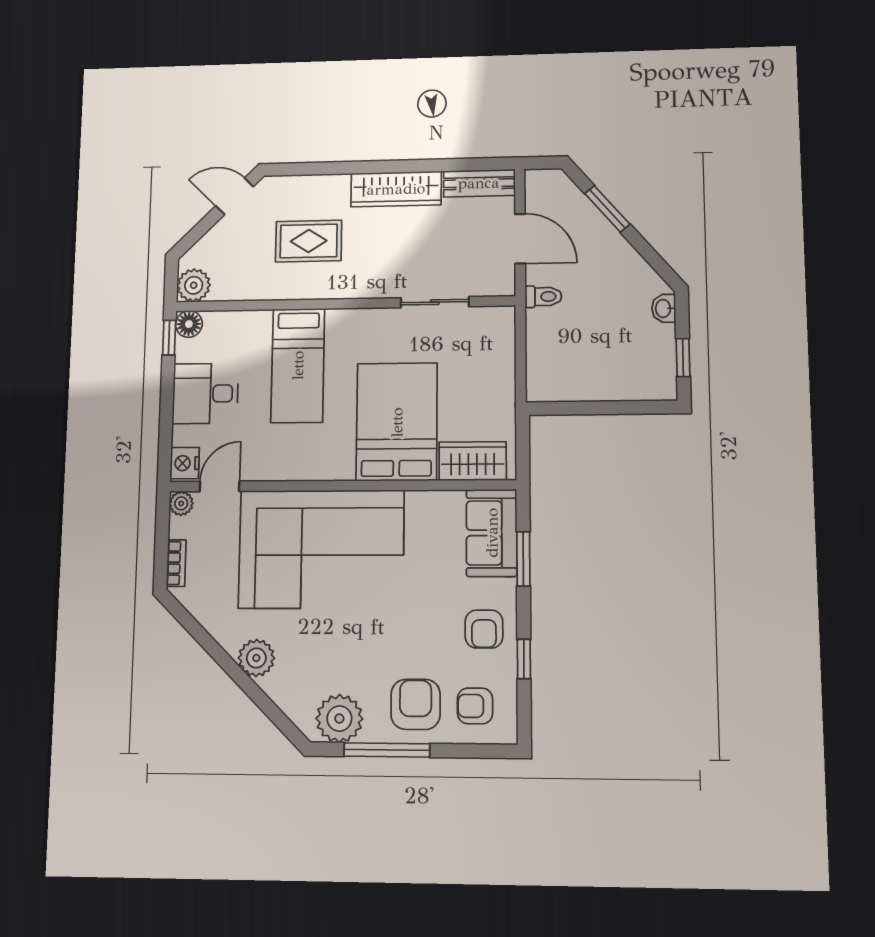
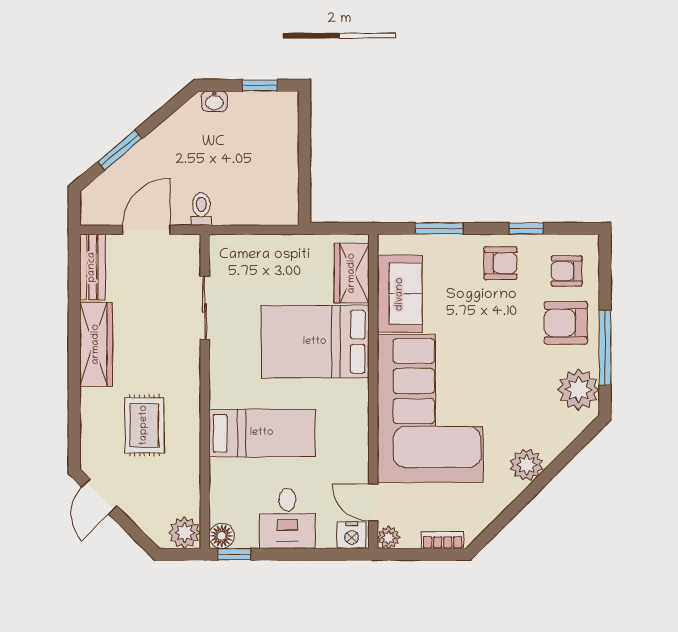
sofa: (492, 533) -> (400, 294), moved, turned -90
armchair: (475, 706) -> (567, 271), turned 90

